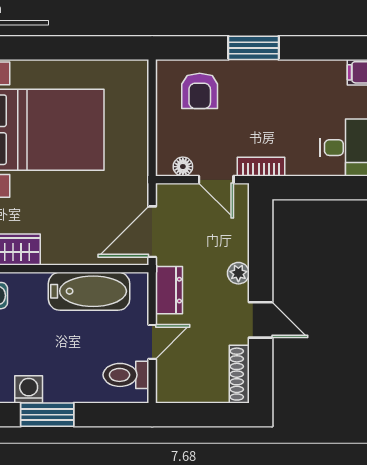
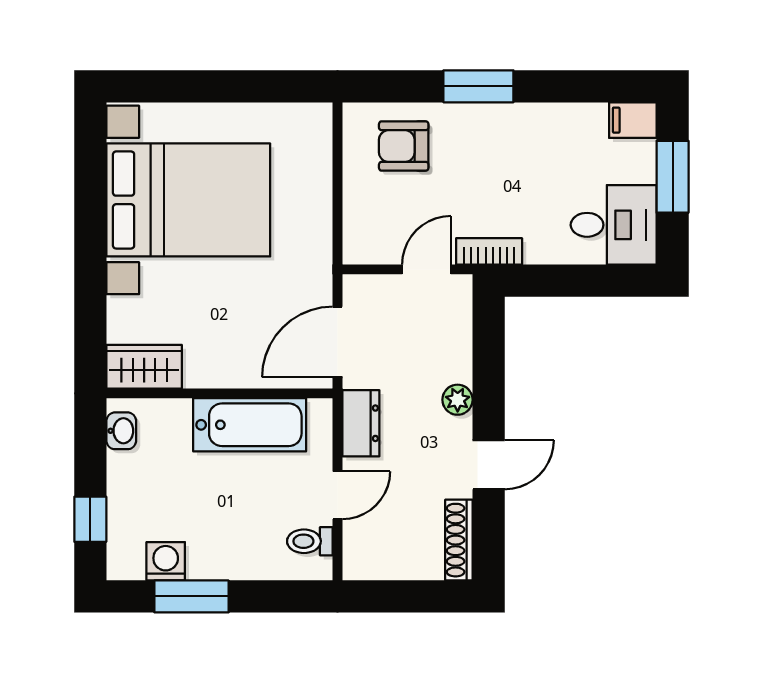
armchair: (200, 91) -> (404, 146), turned 90
floor lamp: (183, 167) -> (380, 251), removed
door: (216, 180) -> (426, 269), swing flipped
door: (261, 320) -> (489, 465), hinge flipped
toilet: (126, 375) -> (310, 541), width x0.73, depth x0.72

